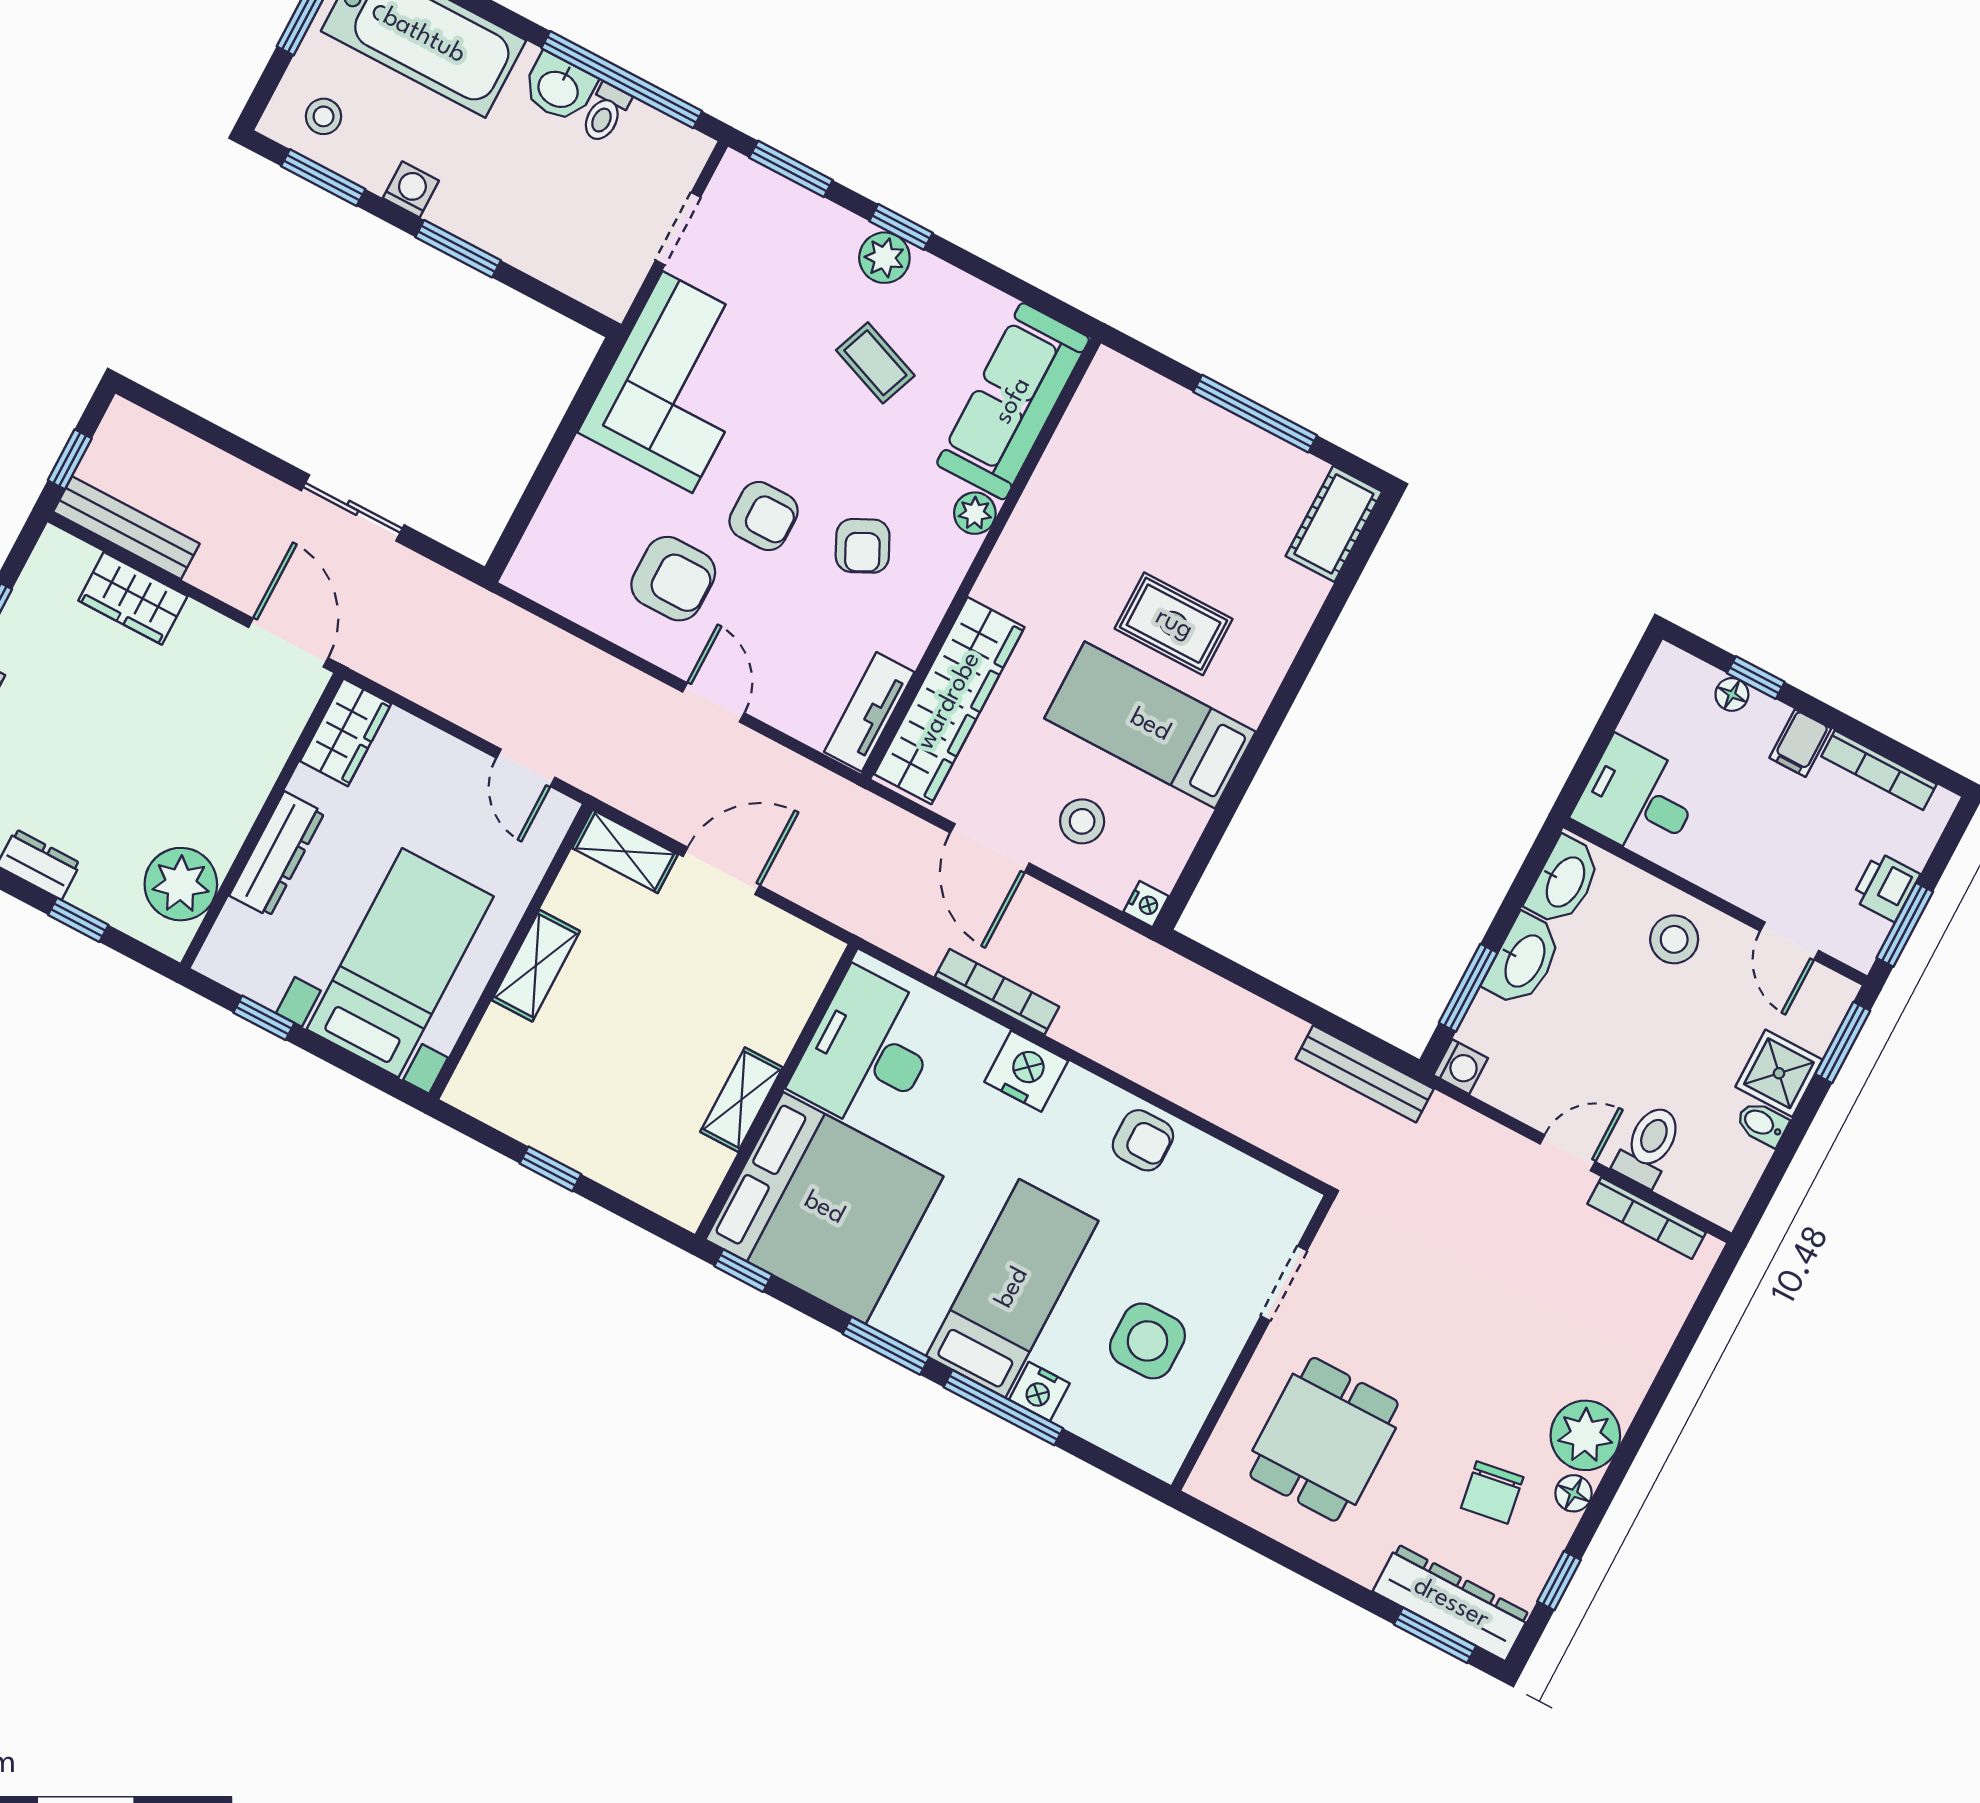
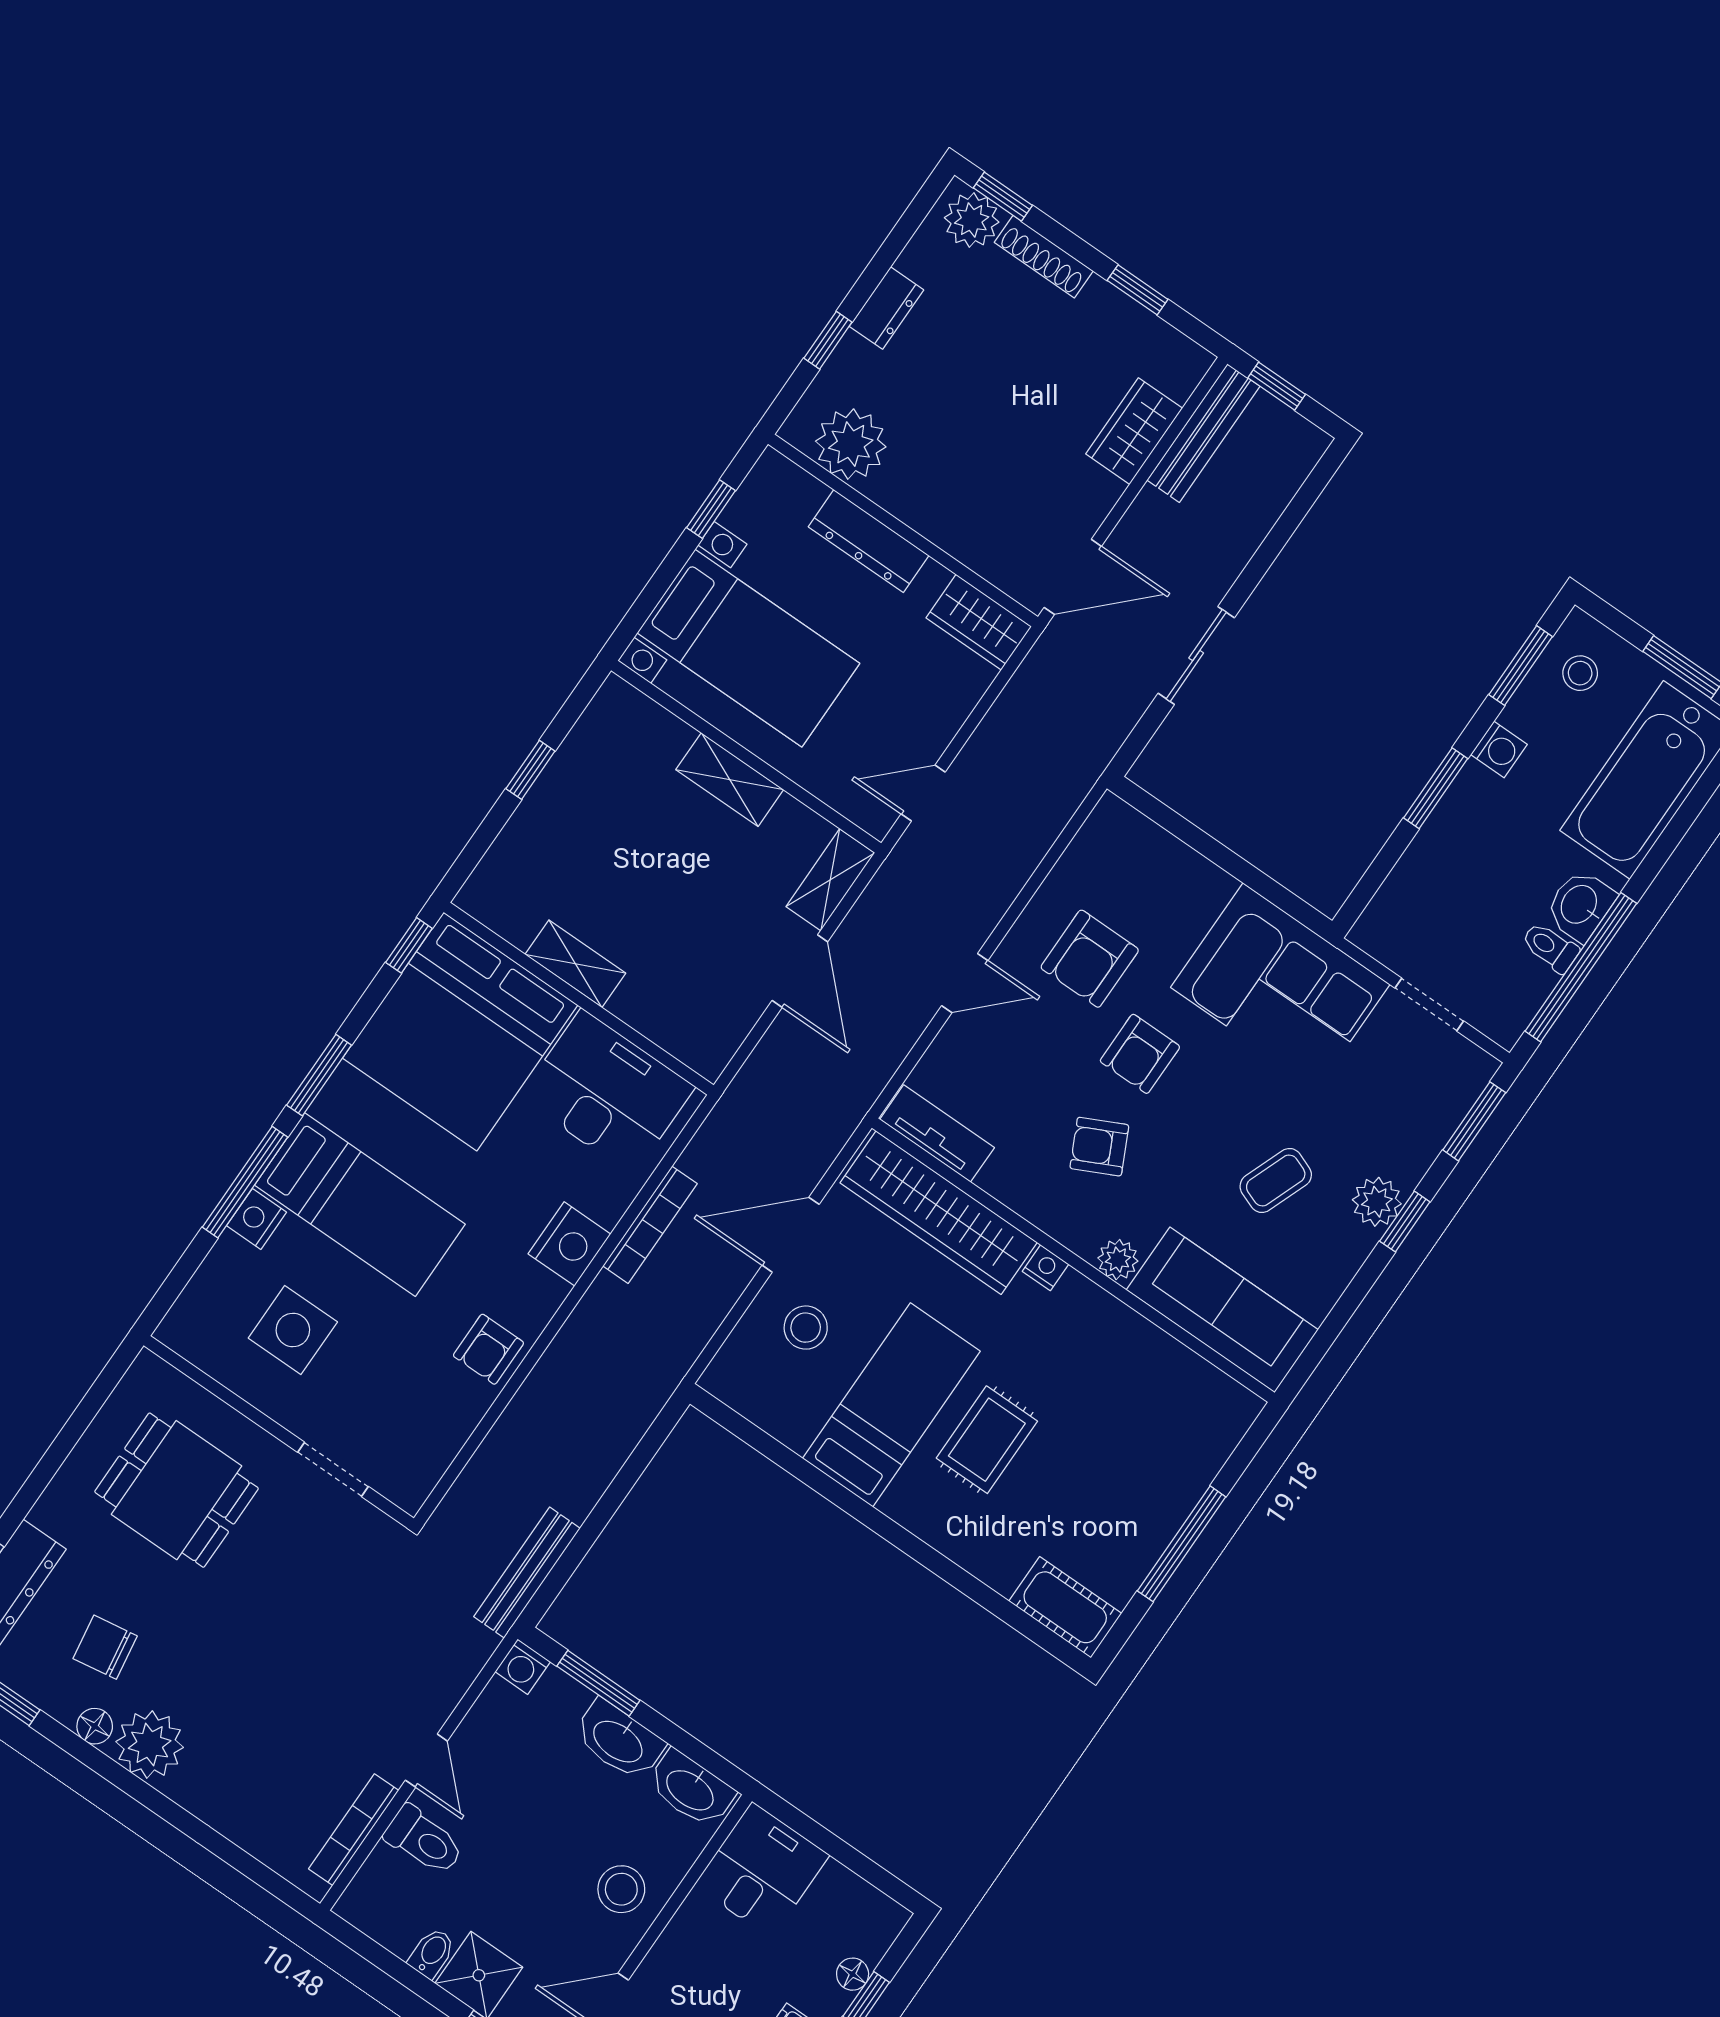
nightstand: (1146, 904) -> (1045, 1268), moved, turned 180

